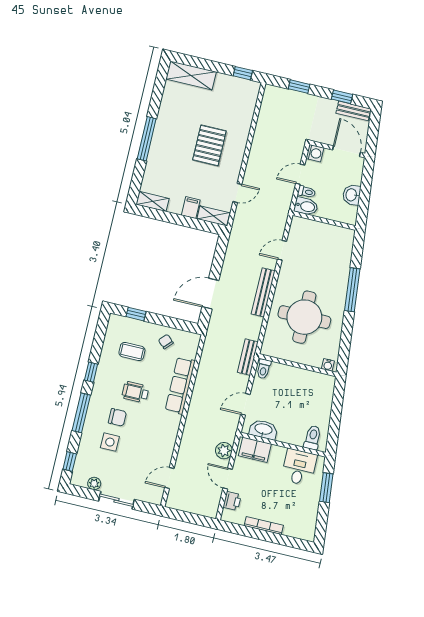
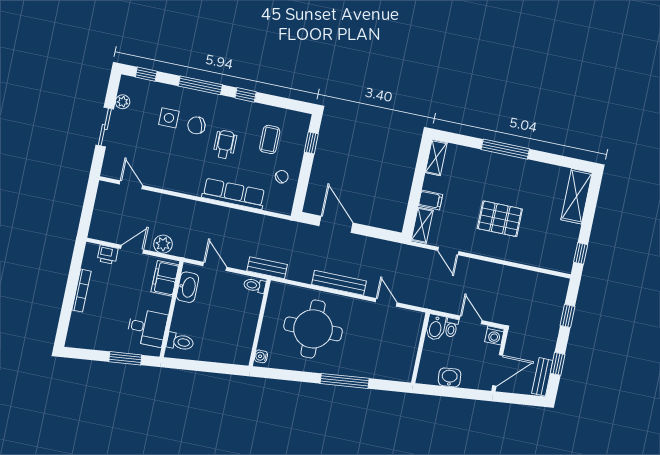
chair: (117, 417) -> (196, 125), turned 72

